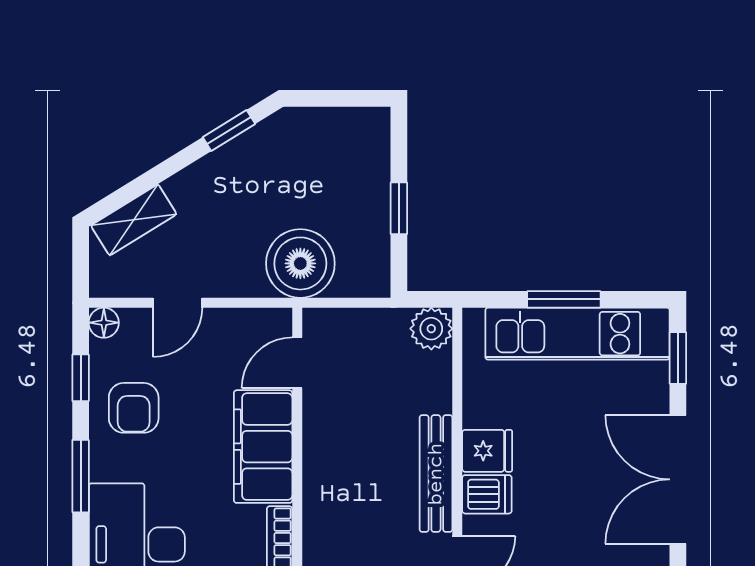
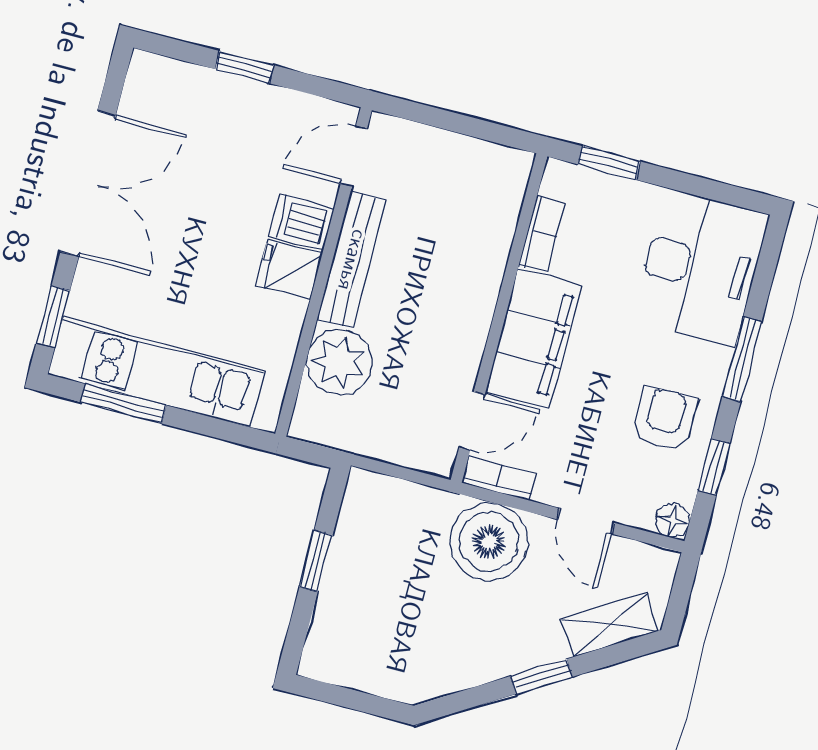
window: (229, 131) -> (541, 677), moved
boiler: (300, 263) -> (489, 542), moved
window: (564, 299) -> (123, 404), moved
door: (178, 303) -> (586, 521), swing flipped
bookcase: (261, 320) -> (499, 478), added
plant: (431, 329) -> (339, 362), moved, width x1.36, depth x1.36

